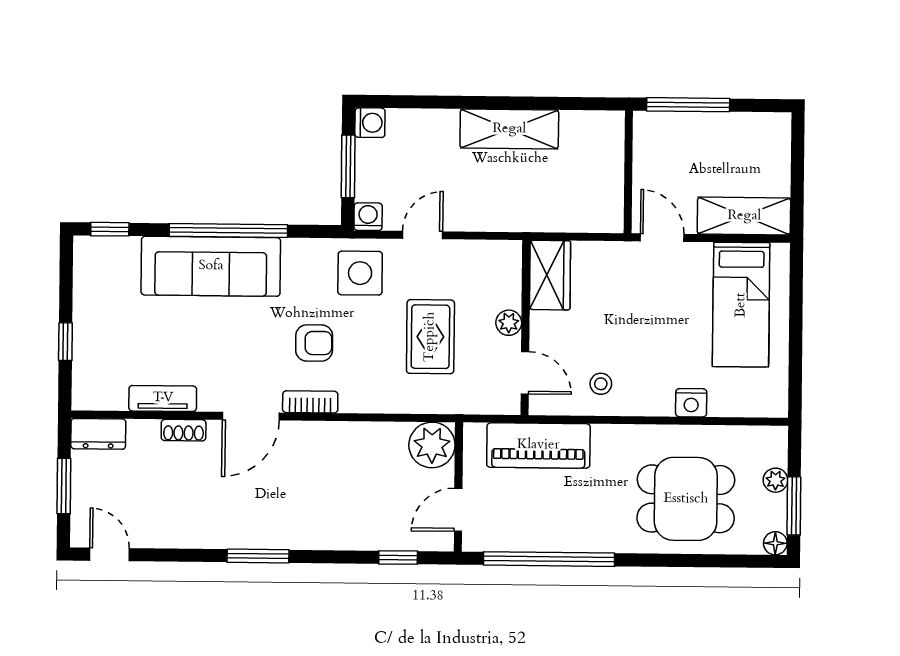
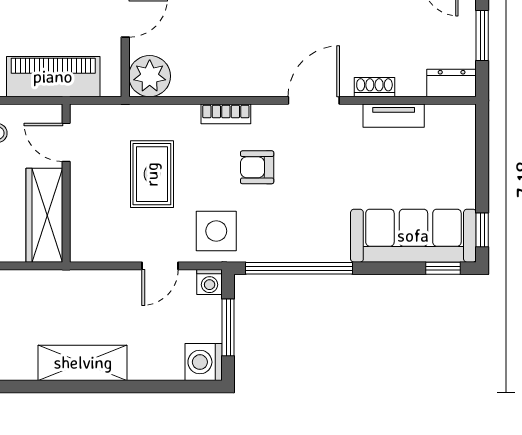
washing machine: (370, 123) -> (204, 362), width x1.38, depth x1.38
window: (228, 230) -> (299, 268), moved
sofa: (211, 266) -> (413, 236), moved
wardrobe: (550, 275) -> (44, 215), width x1.50
plant: (509, 323) -> (81, 187), removed
window: (65, 342) -> (482, 230), moved
bookcase: (310, 402) -> (226, 114), moved

